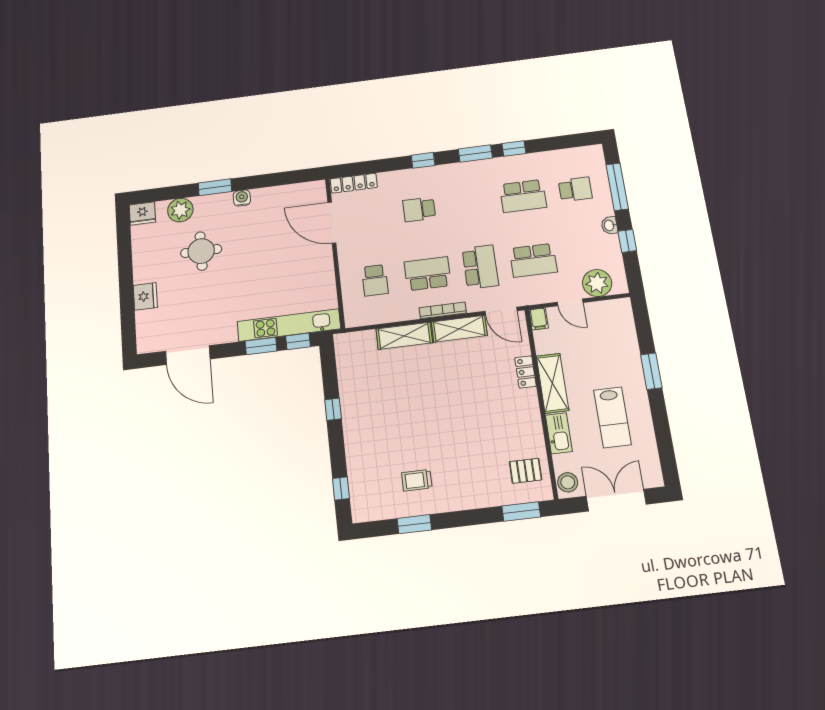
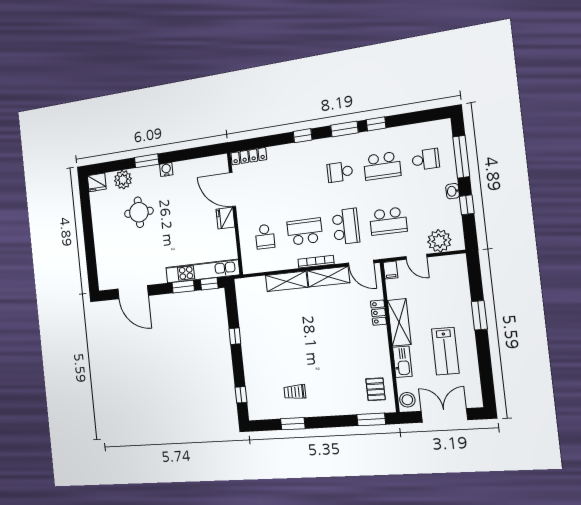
school desk: (419, 209) -> (340, 172), moved
fridge: (145, 296) -> (225, 218), moved, turned 180
pallet: (526, 471) -> (376, 389), turned 90

